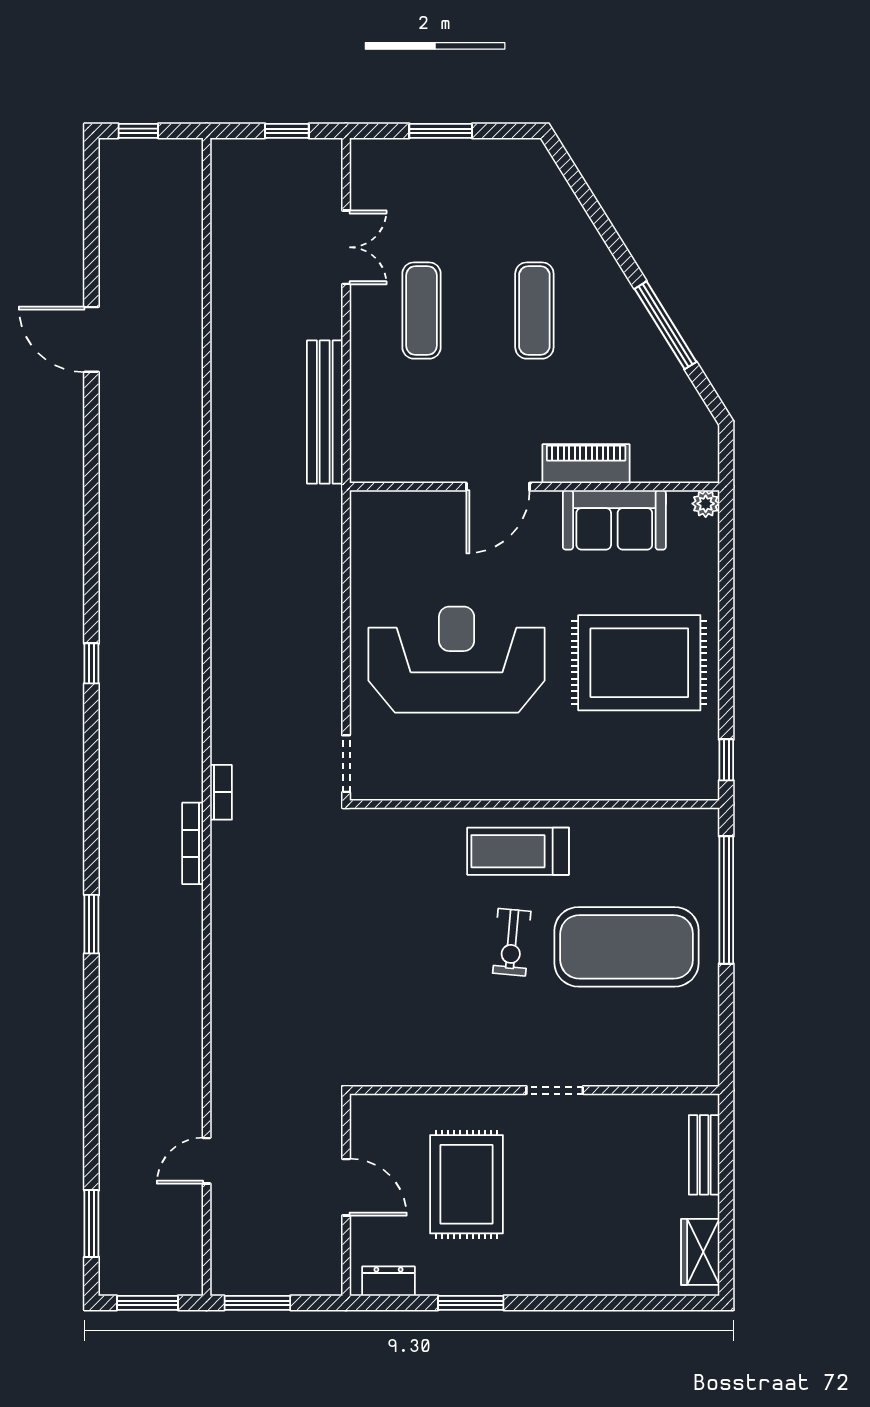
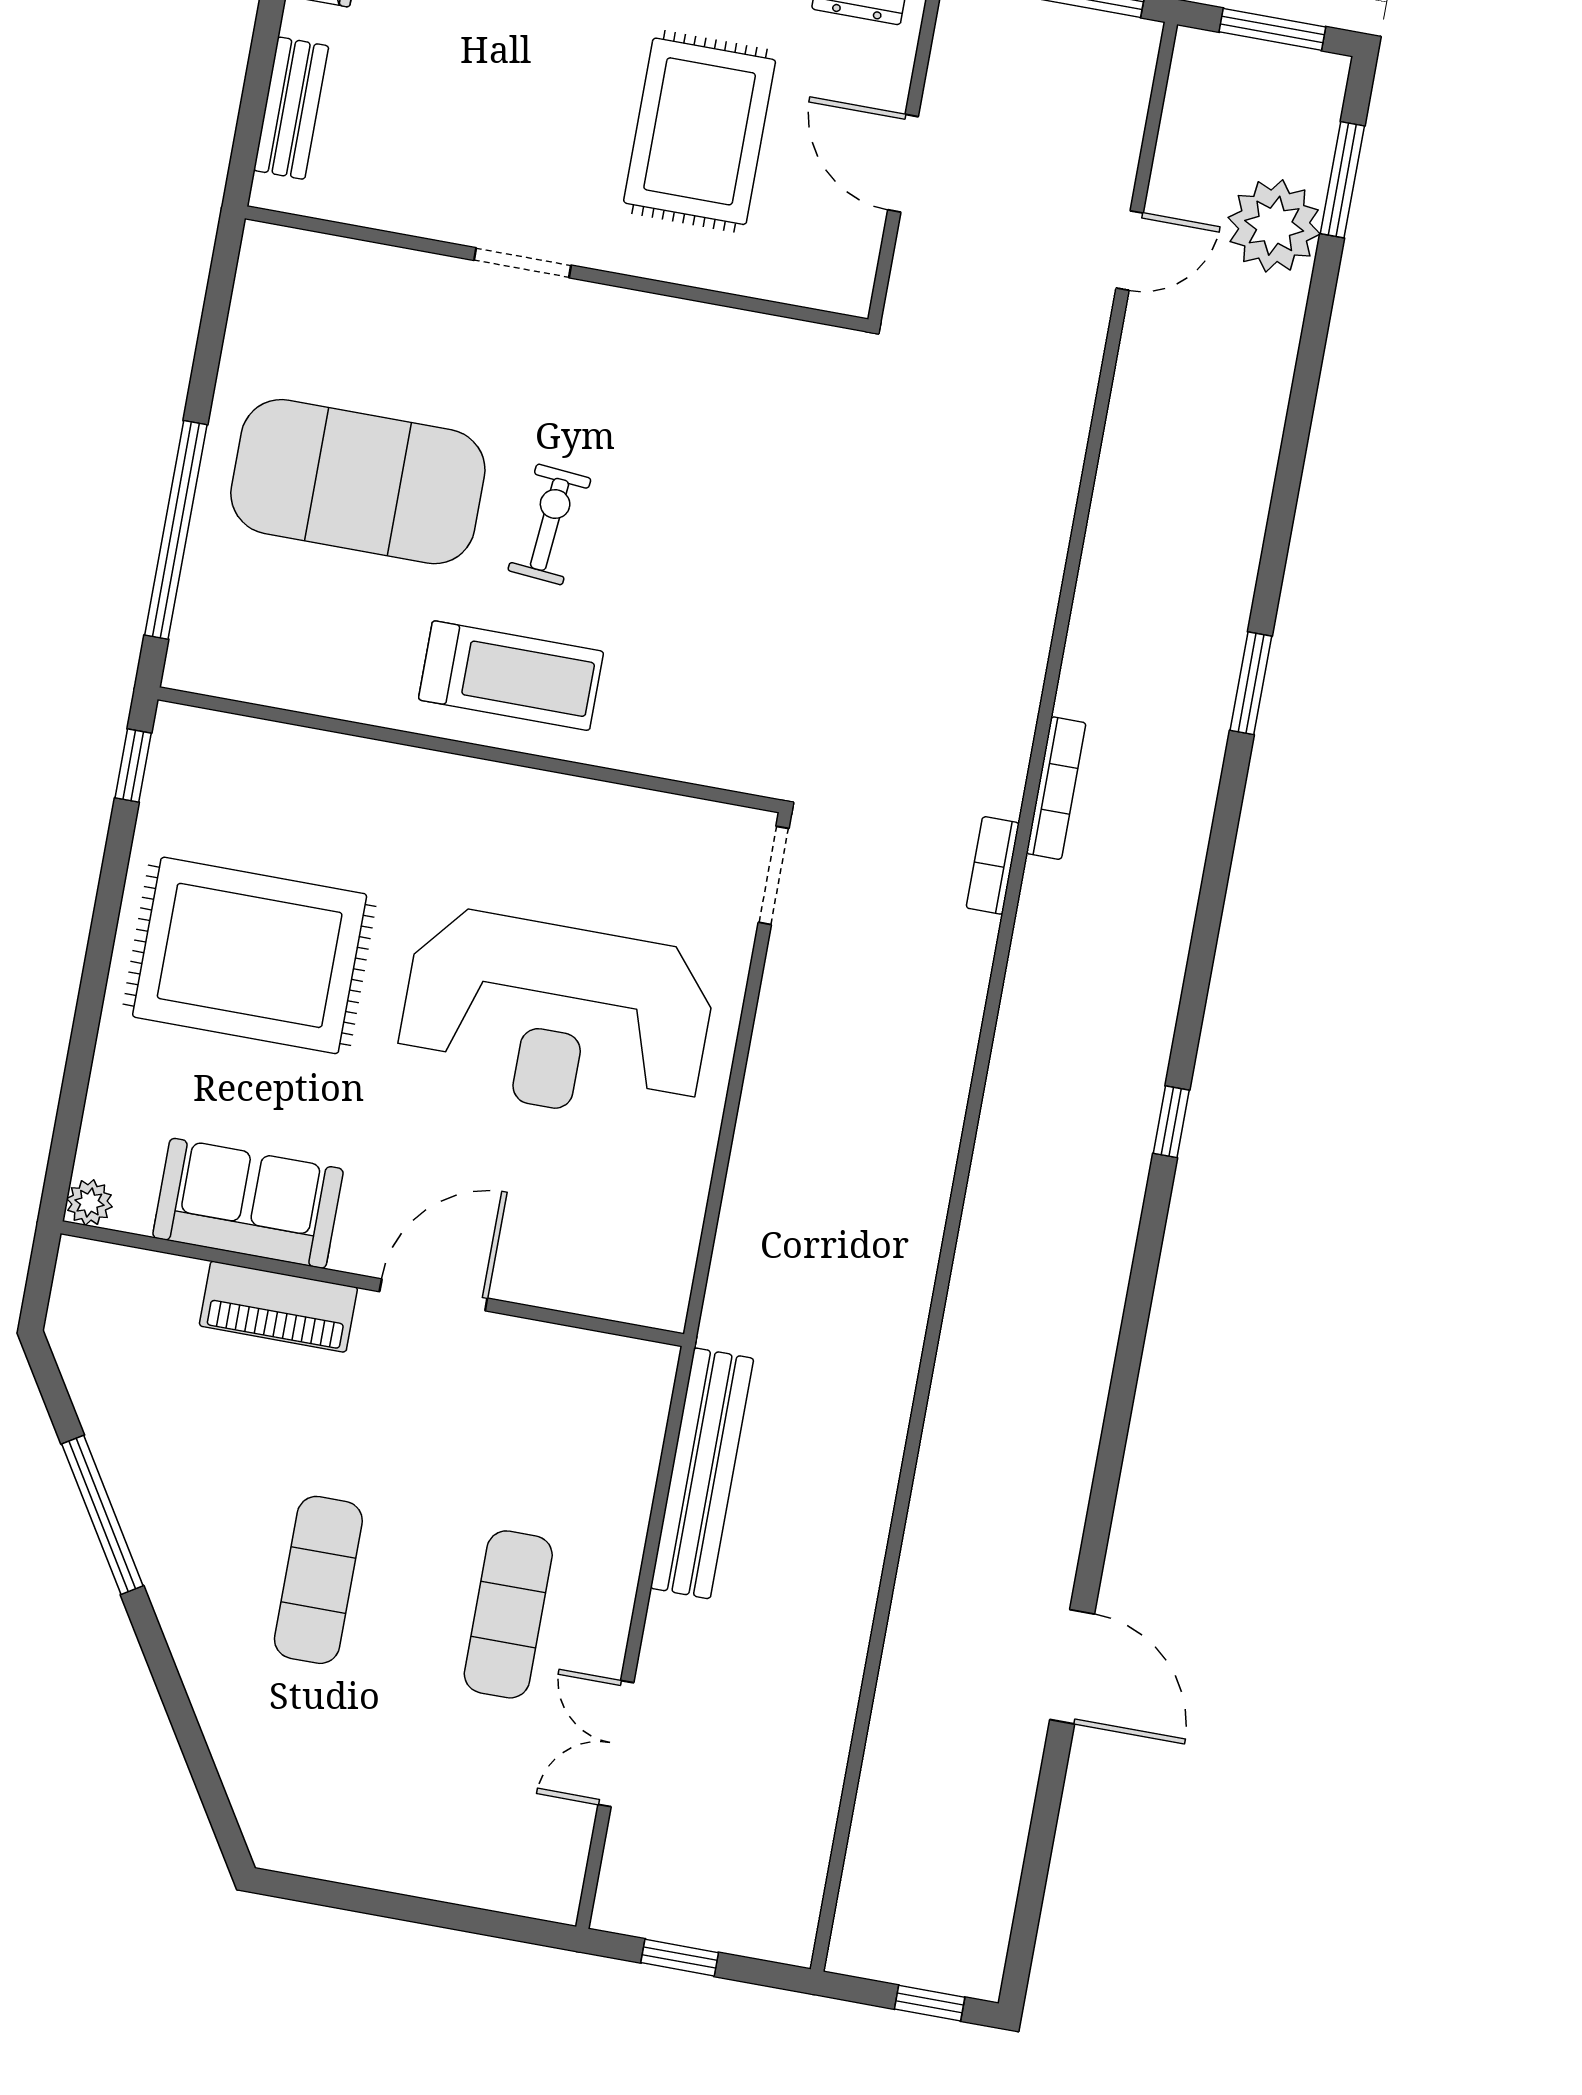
window: (441, 131) -> (421, 1911), removed
plant: (126, 1190) -> (1274, 226), added

